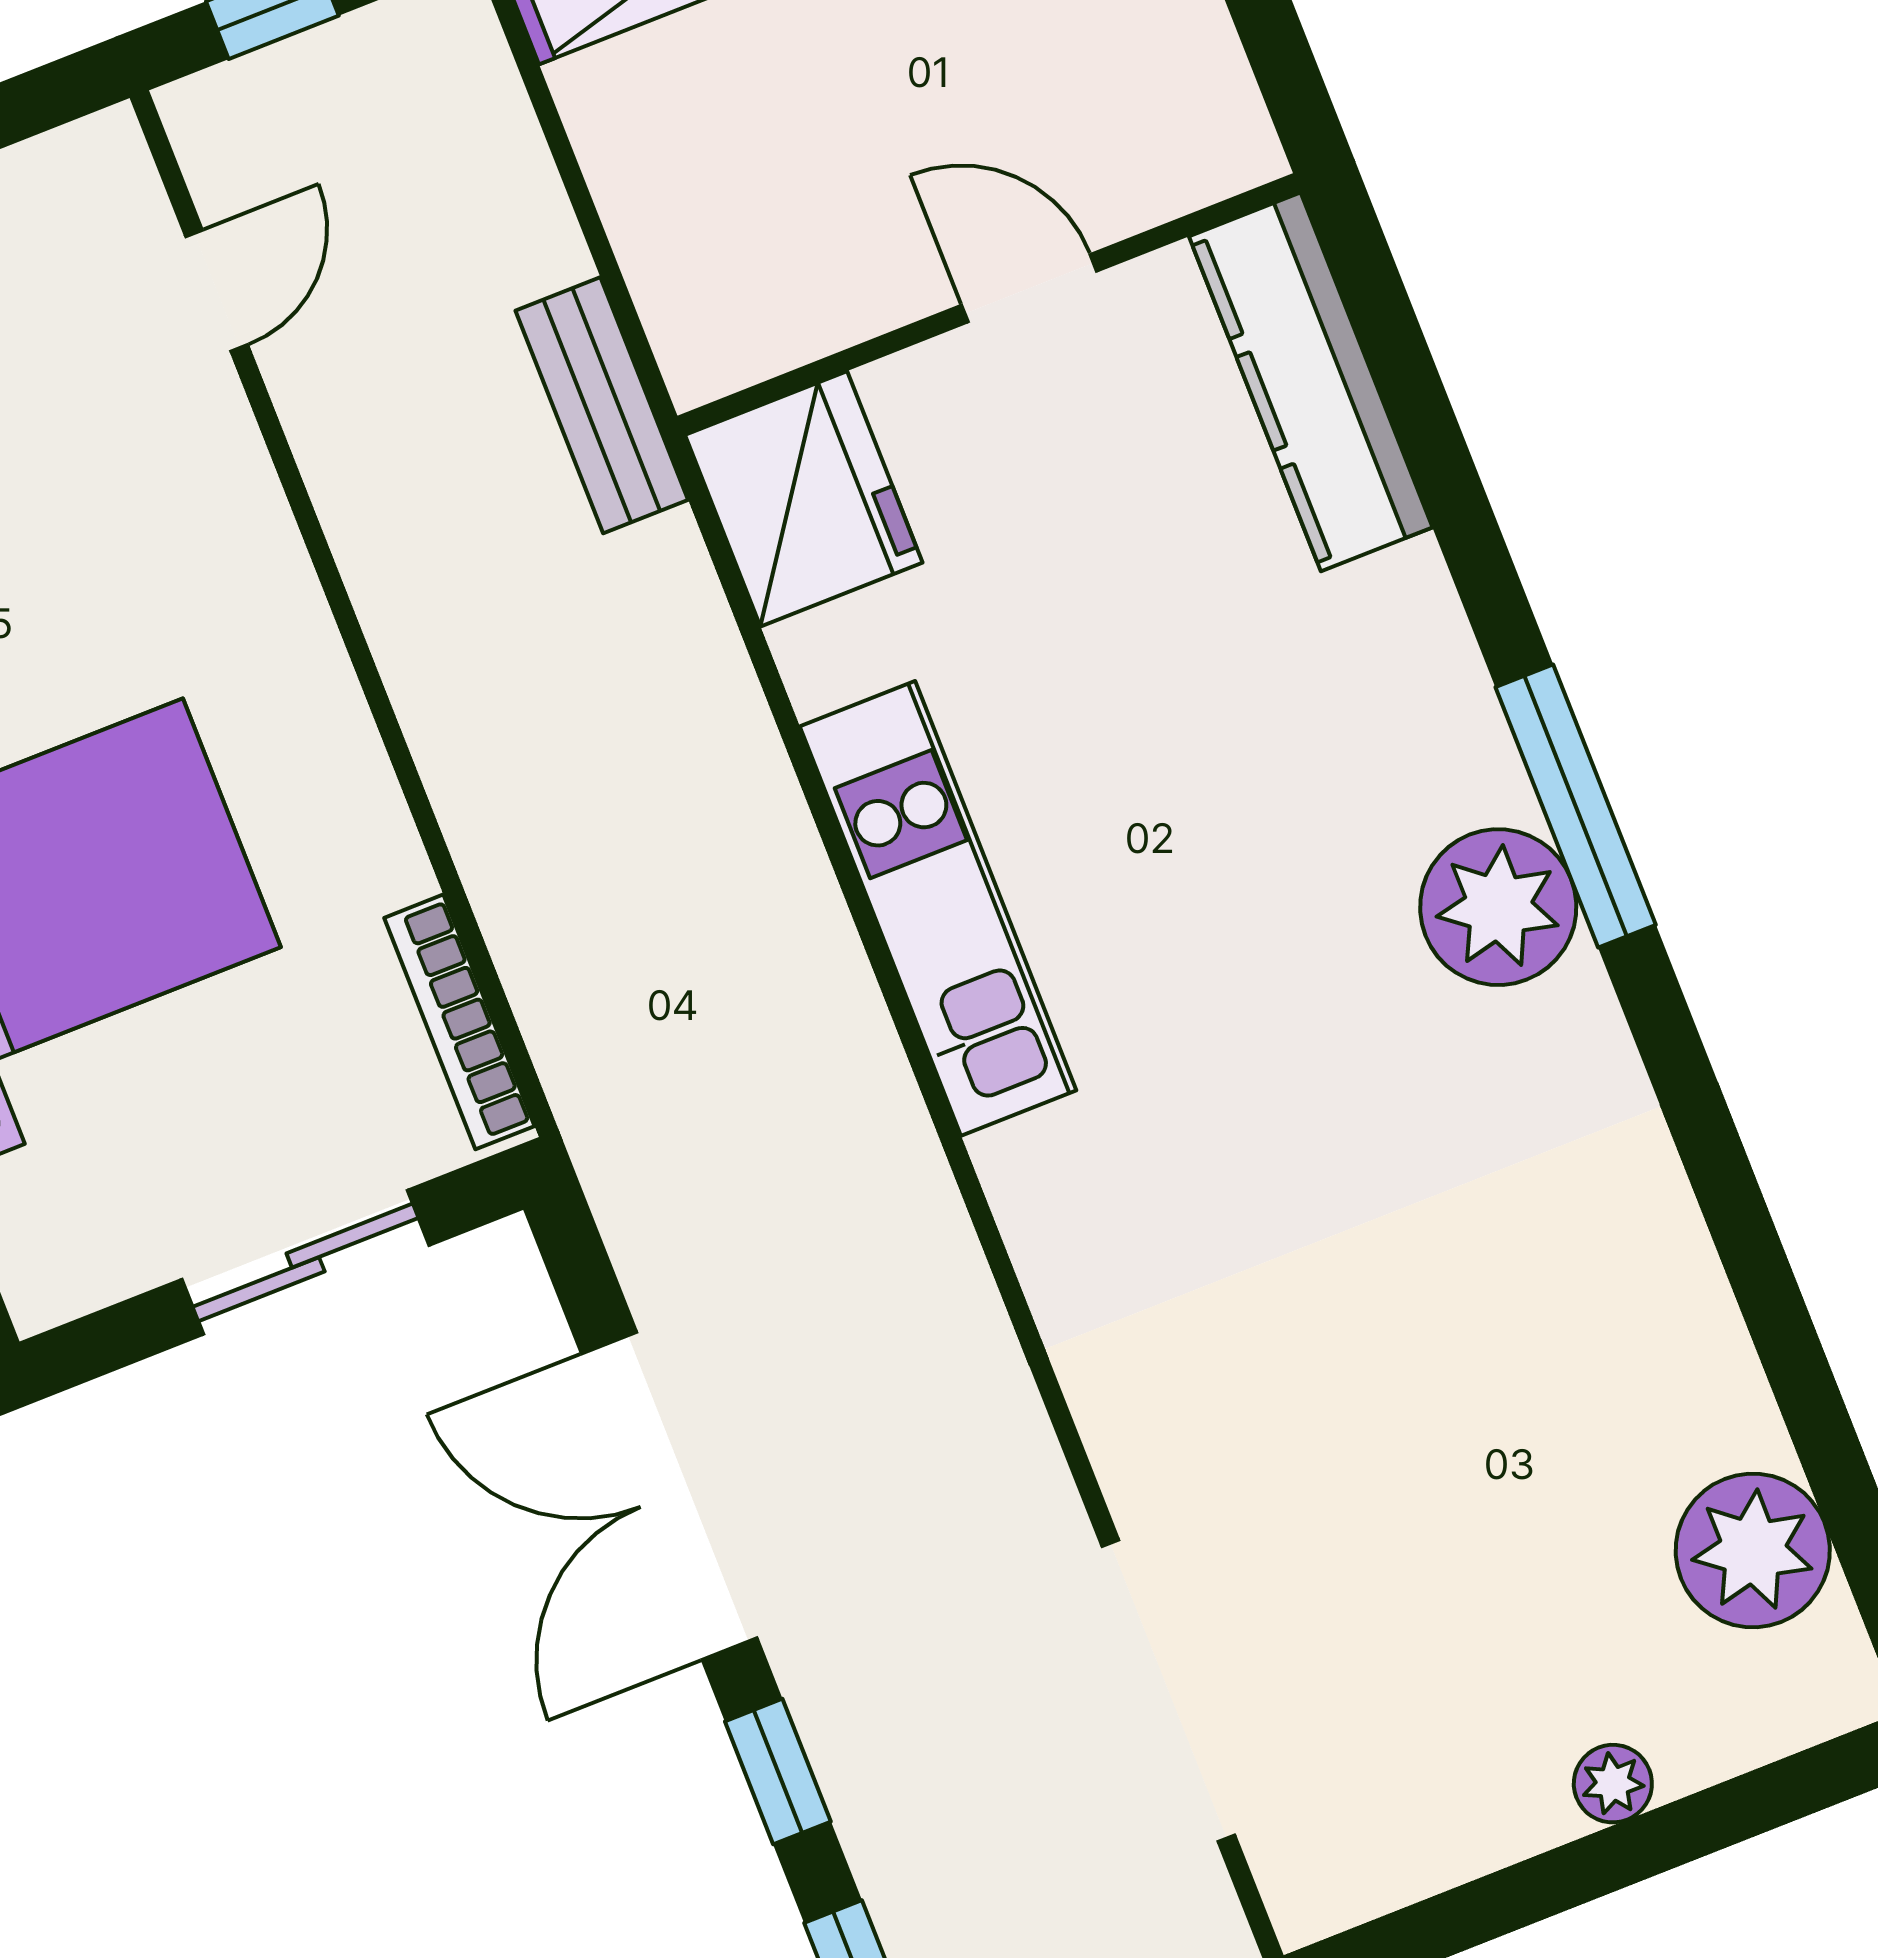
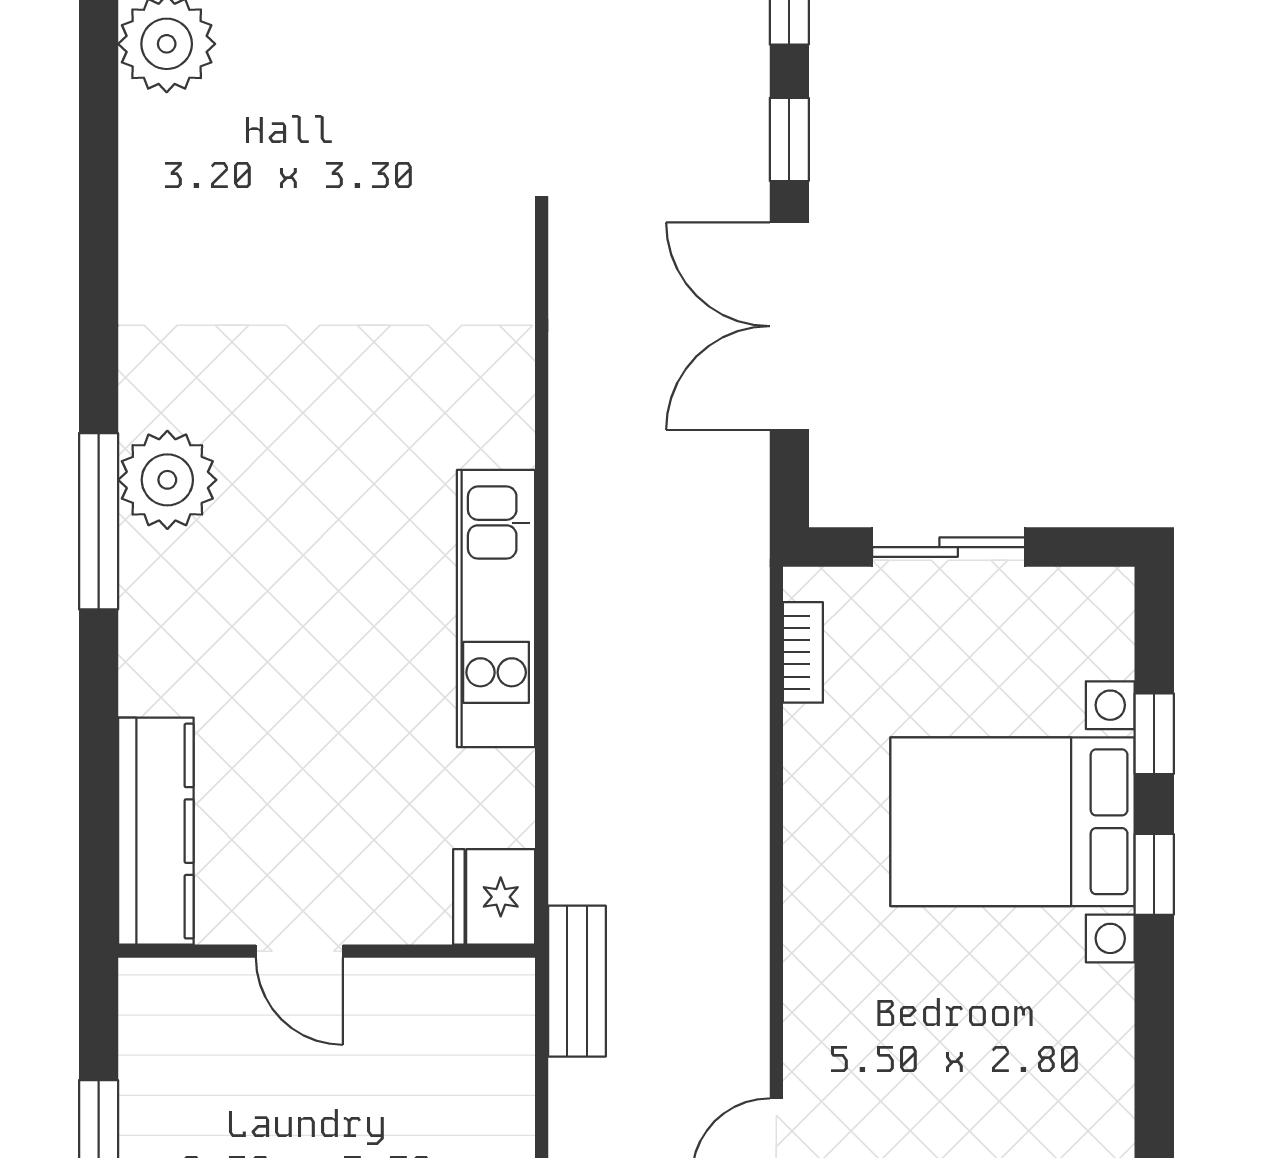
fridge: (804, 499) -> (494, 897), width x0.73, depth x0.75
bookcase: (459, 1022) -> (803, 652), width x0.64
double door: (669, 1496) -> (789, 326), swing flipped

